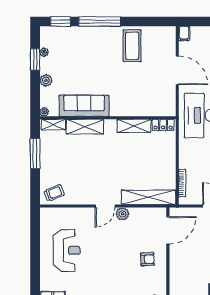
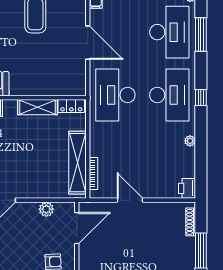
shelving: (149, 197) -> (78, 163), moved, turned 90
plant: (122, 214) -> (46, 209), moved

